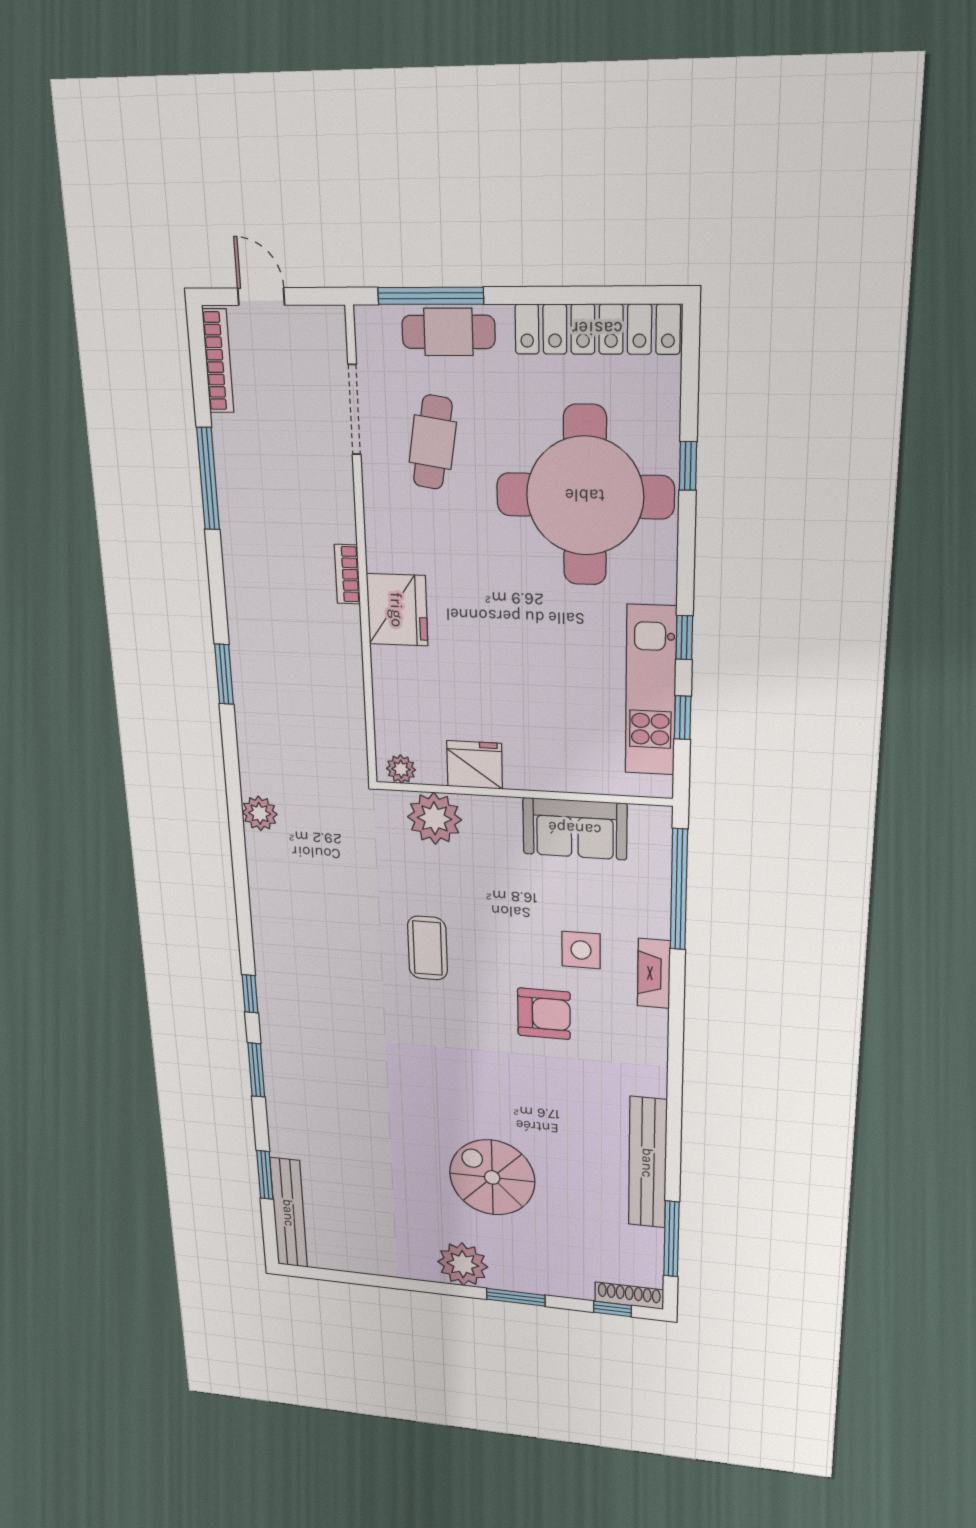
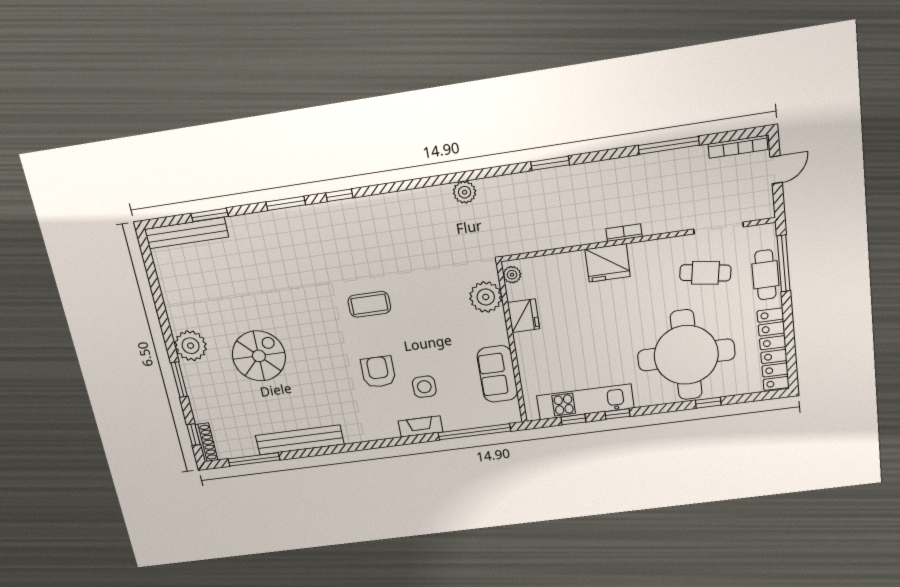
coffee table: (427, 948) -> (369, 304), moved
armchair: (544, 1014) -> (378, 372), turned 180

